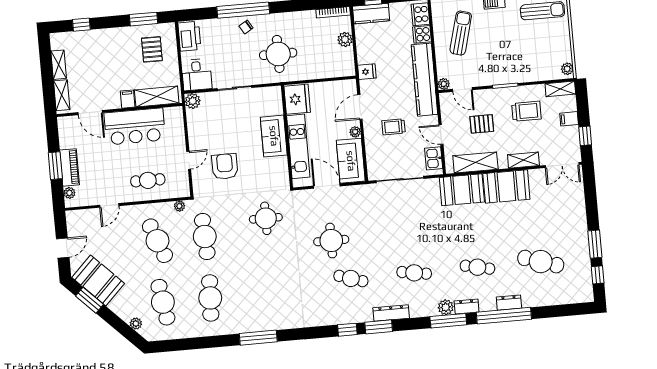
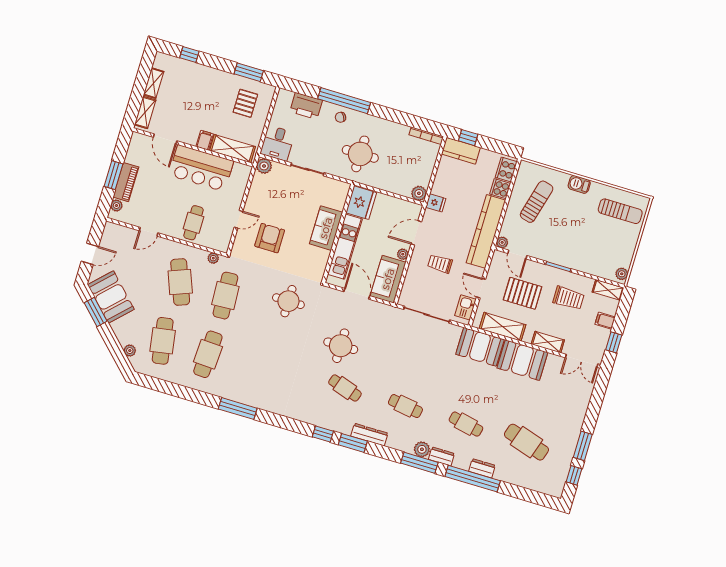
printer: (189, 36) -> (306, 106), moved, turned 90
plant: (345, 39) -> (419, 193), moved
pallet: (482, 124) -> (523, 293), width x1.50, depth x1.42
cafe table: (148, 180) -> (193, 223), turned 90

